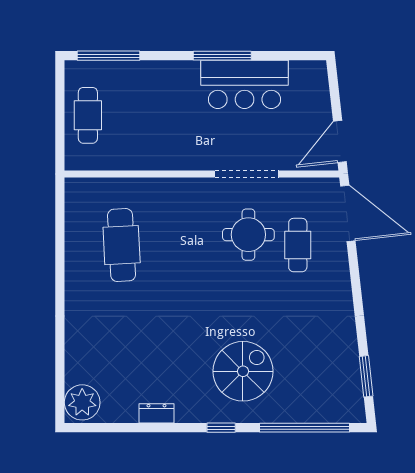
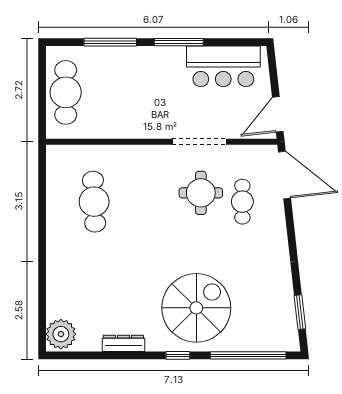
window: (108, 56) -> (110, 42), moved
bar counter: (245, 84) -> (223, 66), moved
cafe table: (88, 115) -> (66, 92), width x1.37, depth x1.35
spiral stairs: (243, 371) -> (196, 308), width x1.37, depth x1.37
dresser: (156, 413) -> (123, 343), width x1.44

